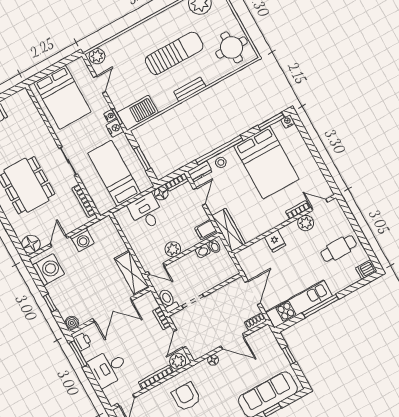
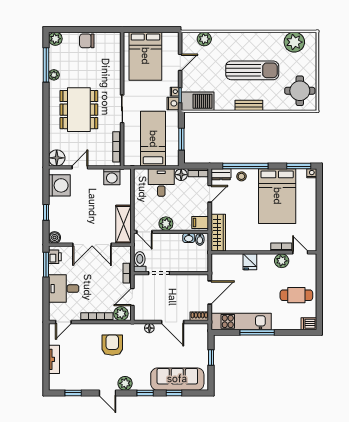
plant: (97, 56) -> (204, 39), moved
washing machine: (82, 240) -> (112, 177), moved

